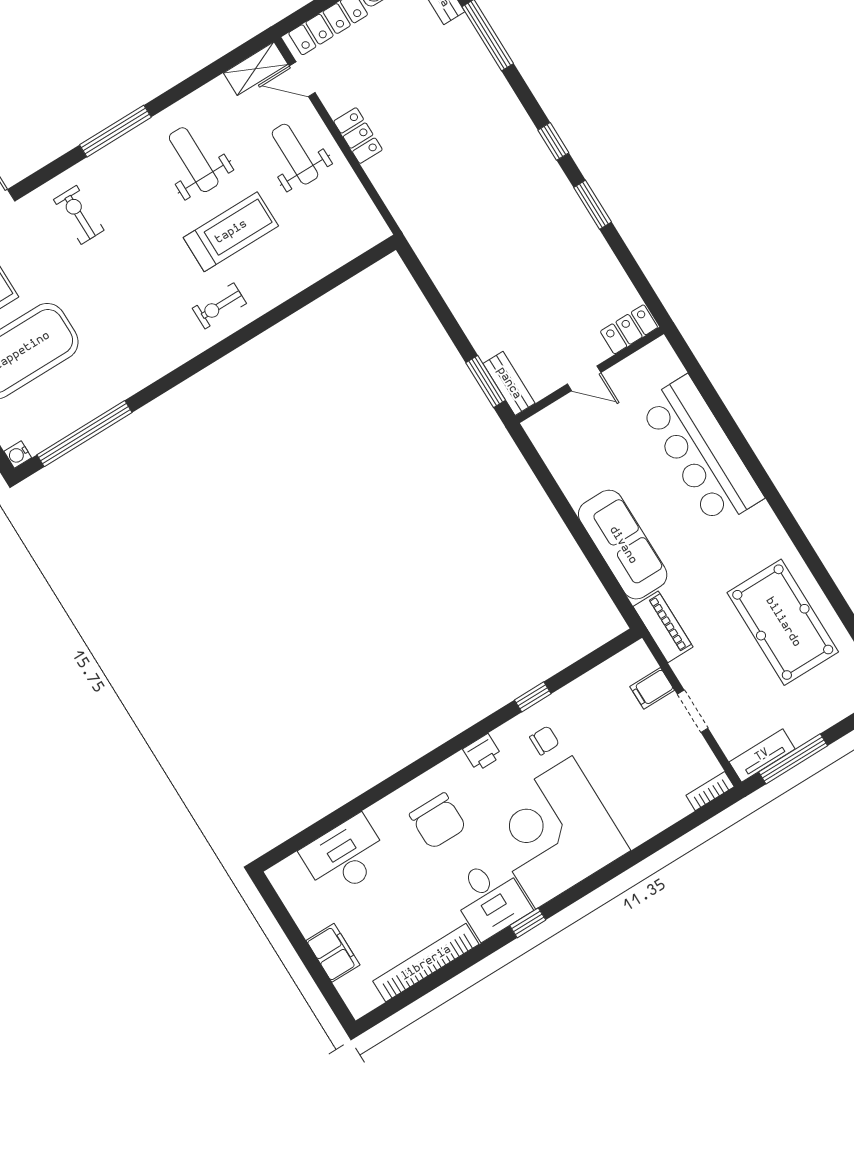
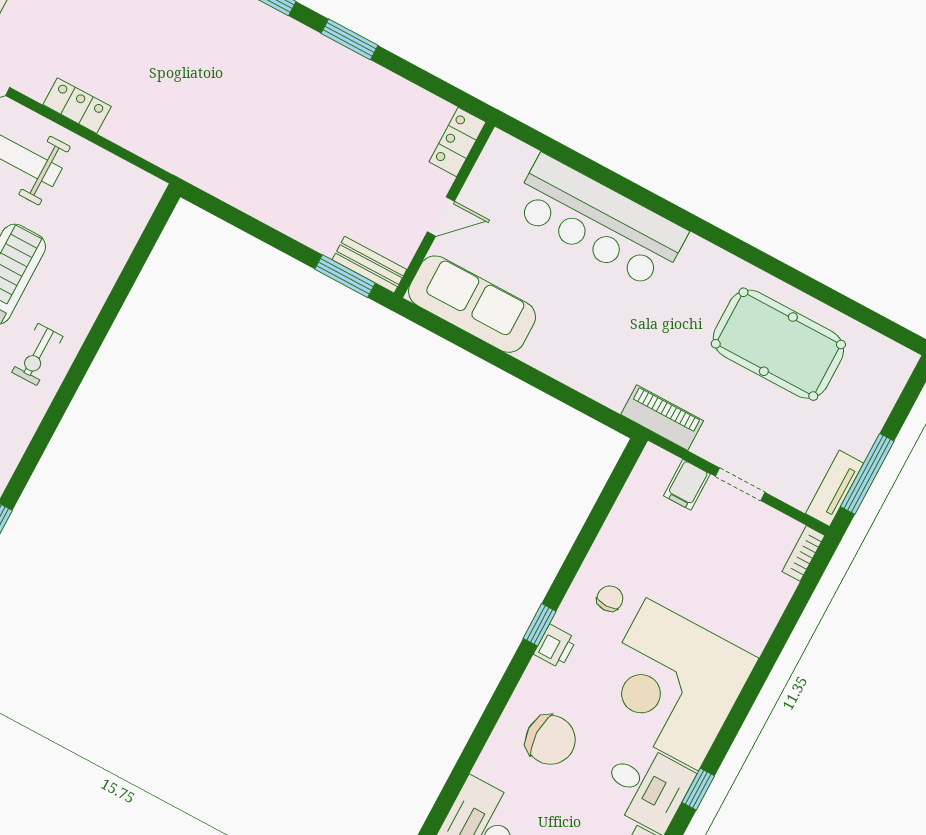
sofa: (623, 545) -> (472, 304), moved
window: (533, 697) -> (540, 625), moved

